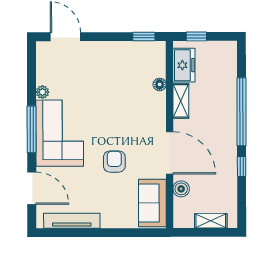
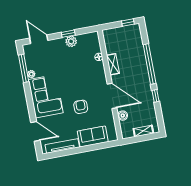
window: (196, 36) -> (128, 23), moved
window: (144, 37) -> (68, 34), moved
plant: (118, 50) -> (71, 41), added
freezer: (184, 65) -> (111, 43), removed
window: (32, 129) -> (24, 68), moved
sofa: (152, 203) -> (93, 136), moved, turned 90

